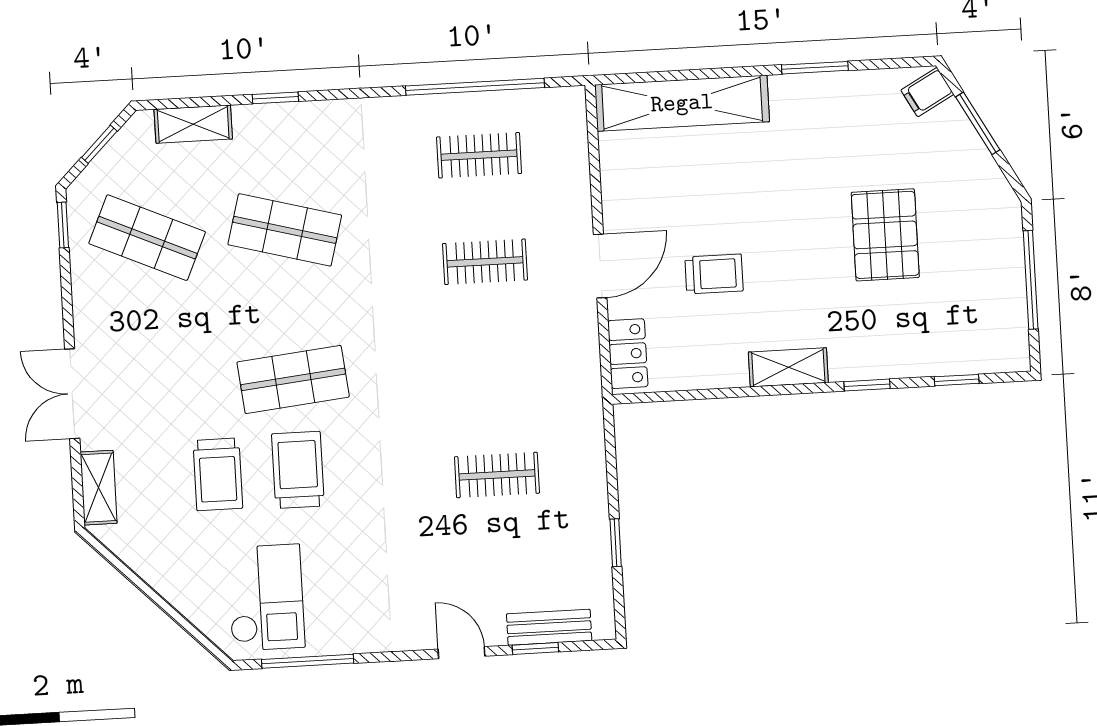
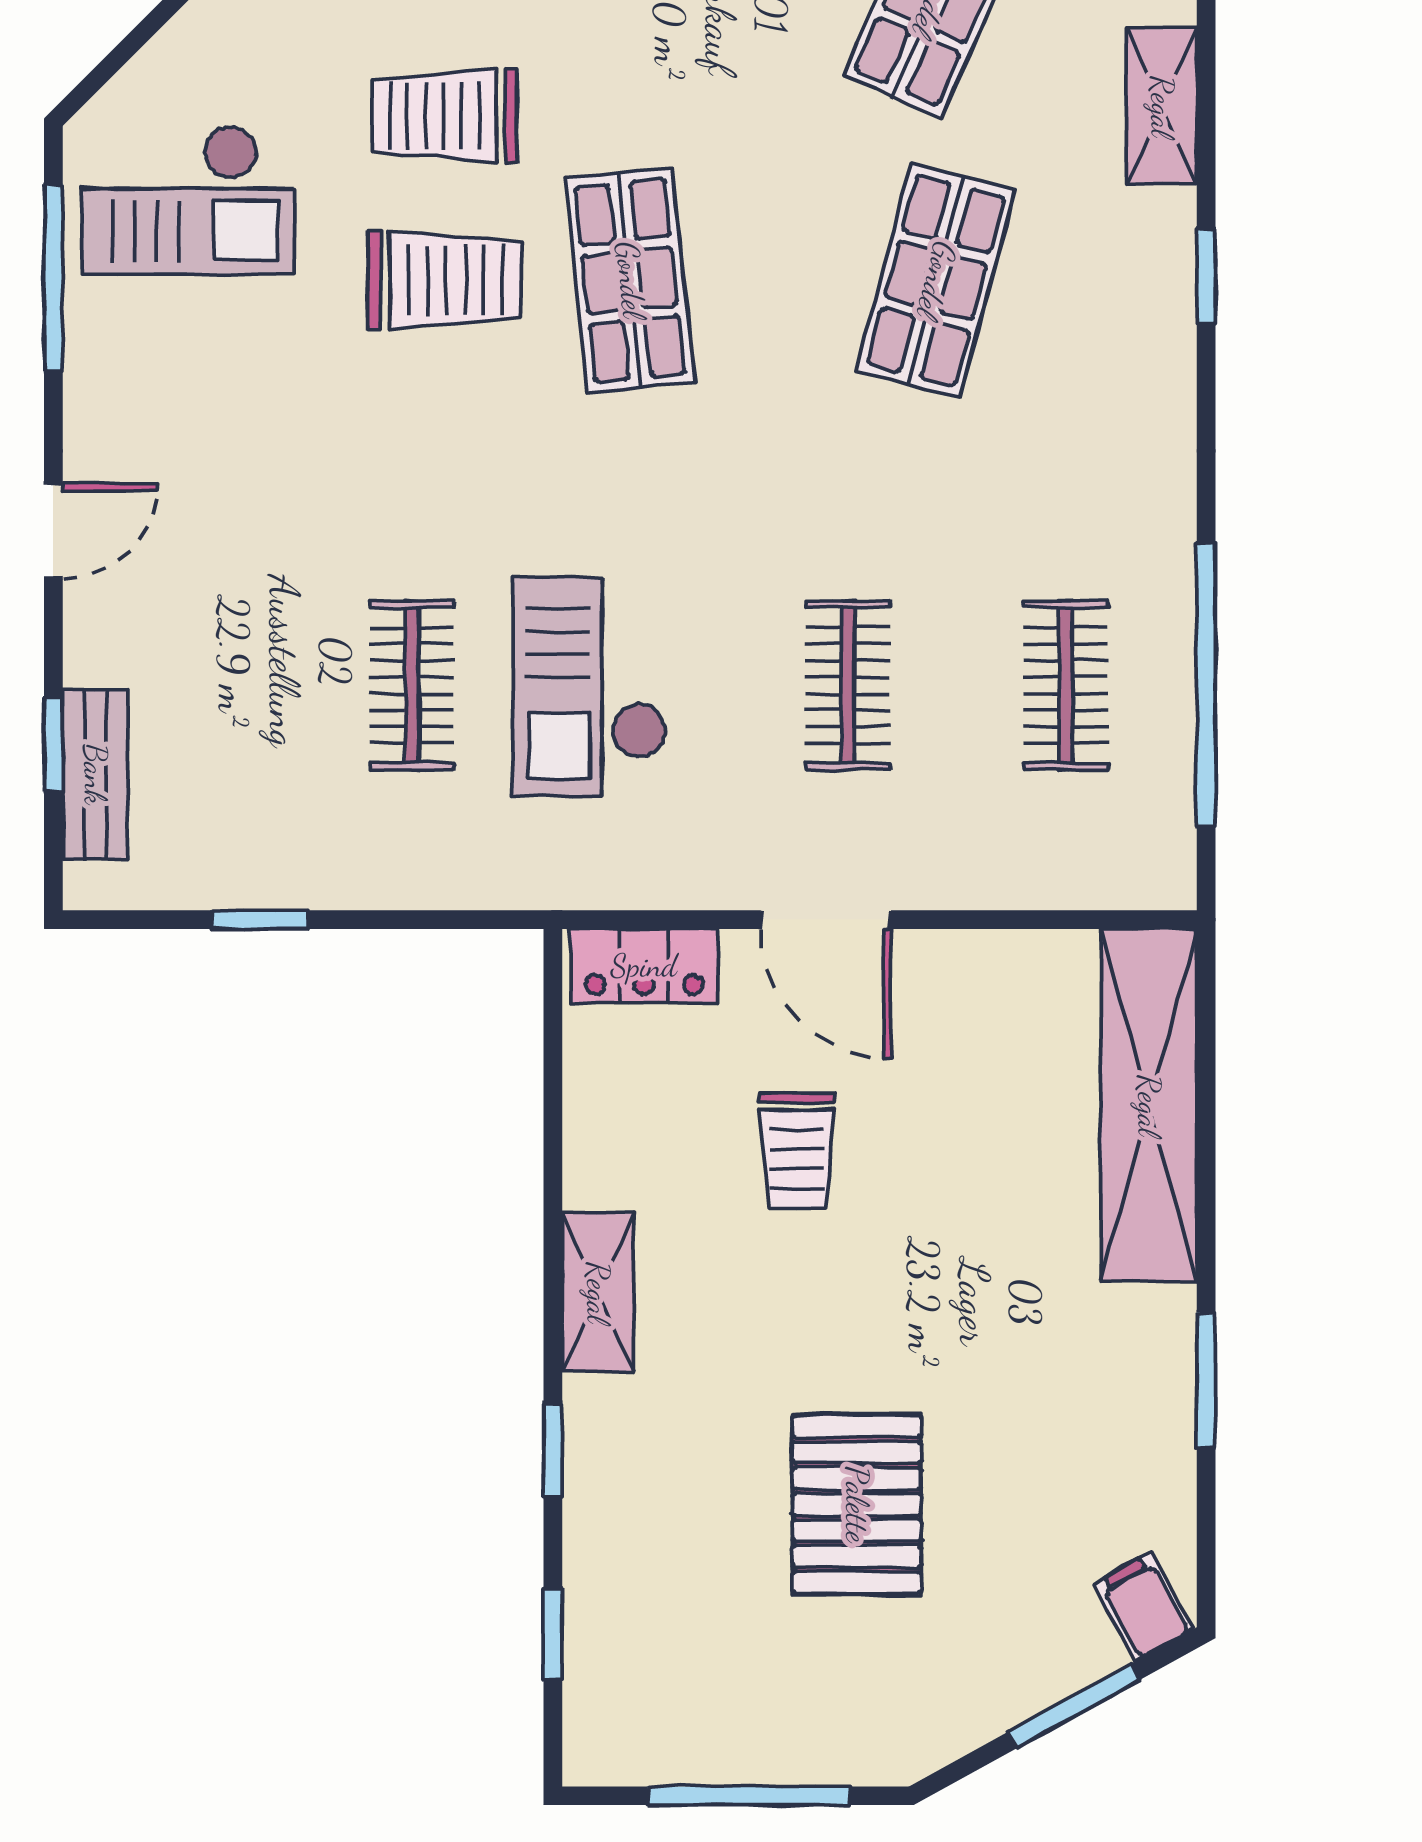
pallet: (885, 235) -> (857, 1504), turned 90
checkout: (493, 388) -> (590, 687), added
door: (461, 653) -> (53, 531), moved

